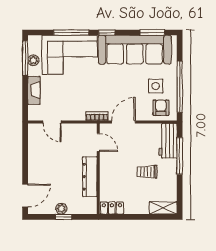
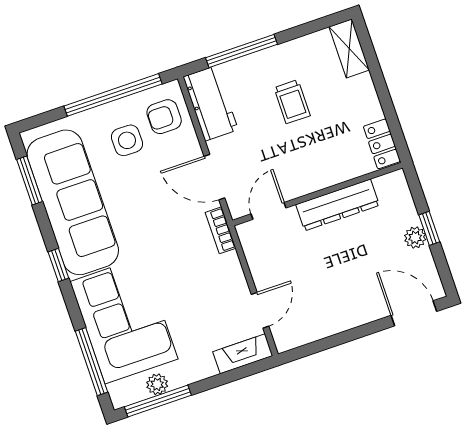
window: (71, 32) -> (92, 362), moved
fireplace: (34, 90) -> (243, 354), moved
workbench: (168, 141) -> (211, 103), moved, turned -90

